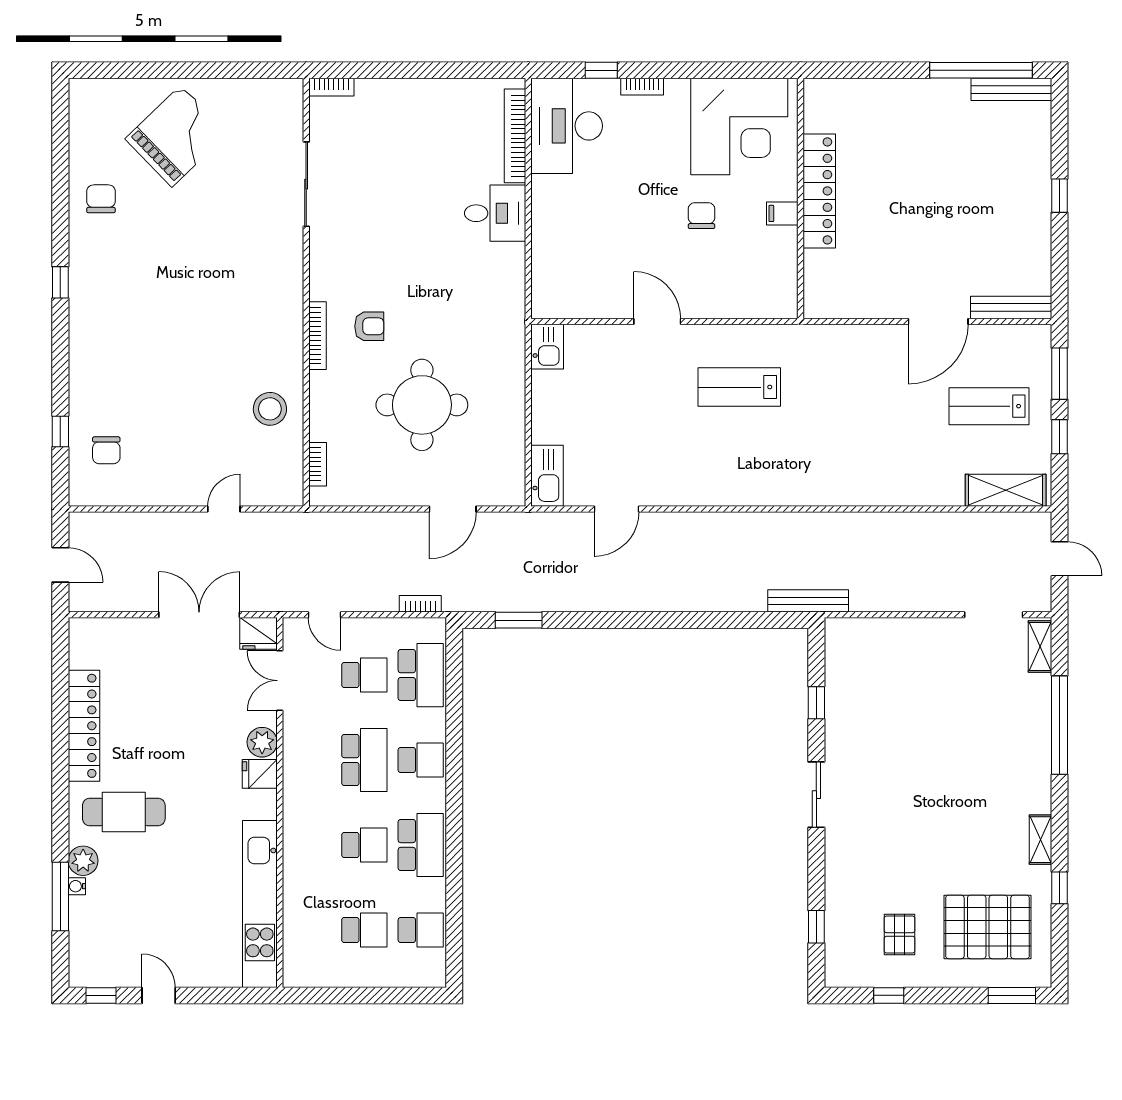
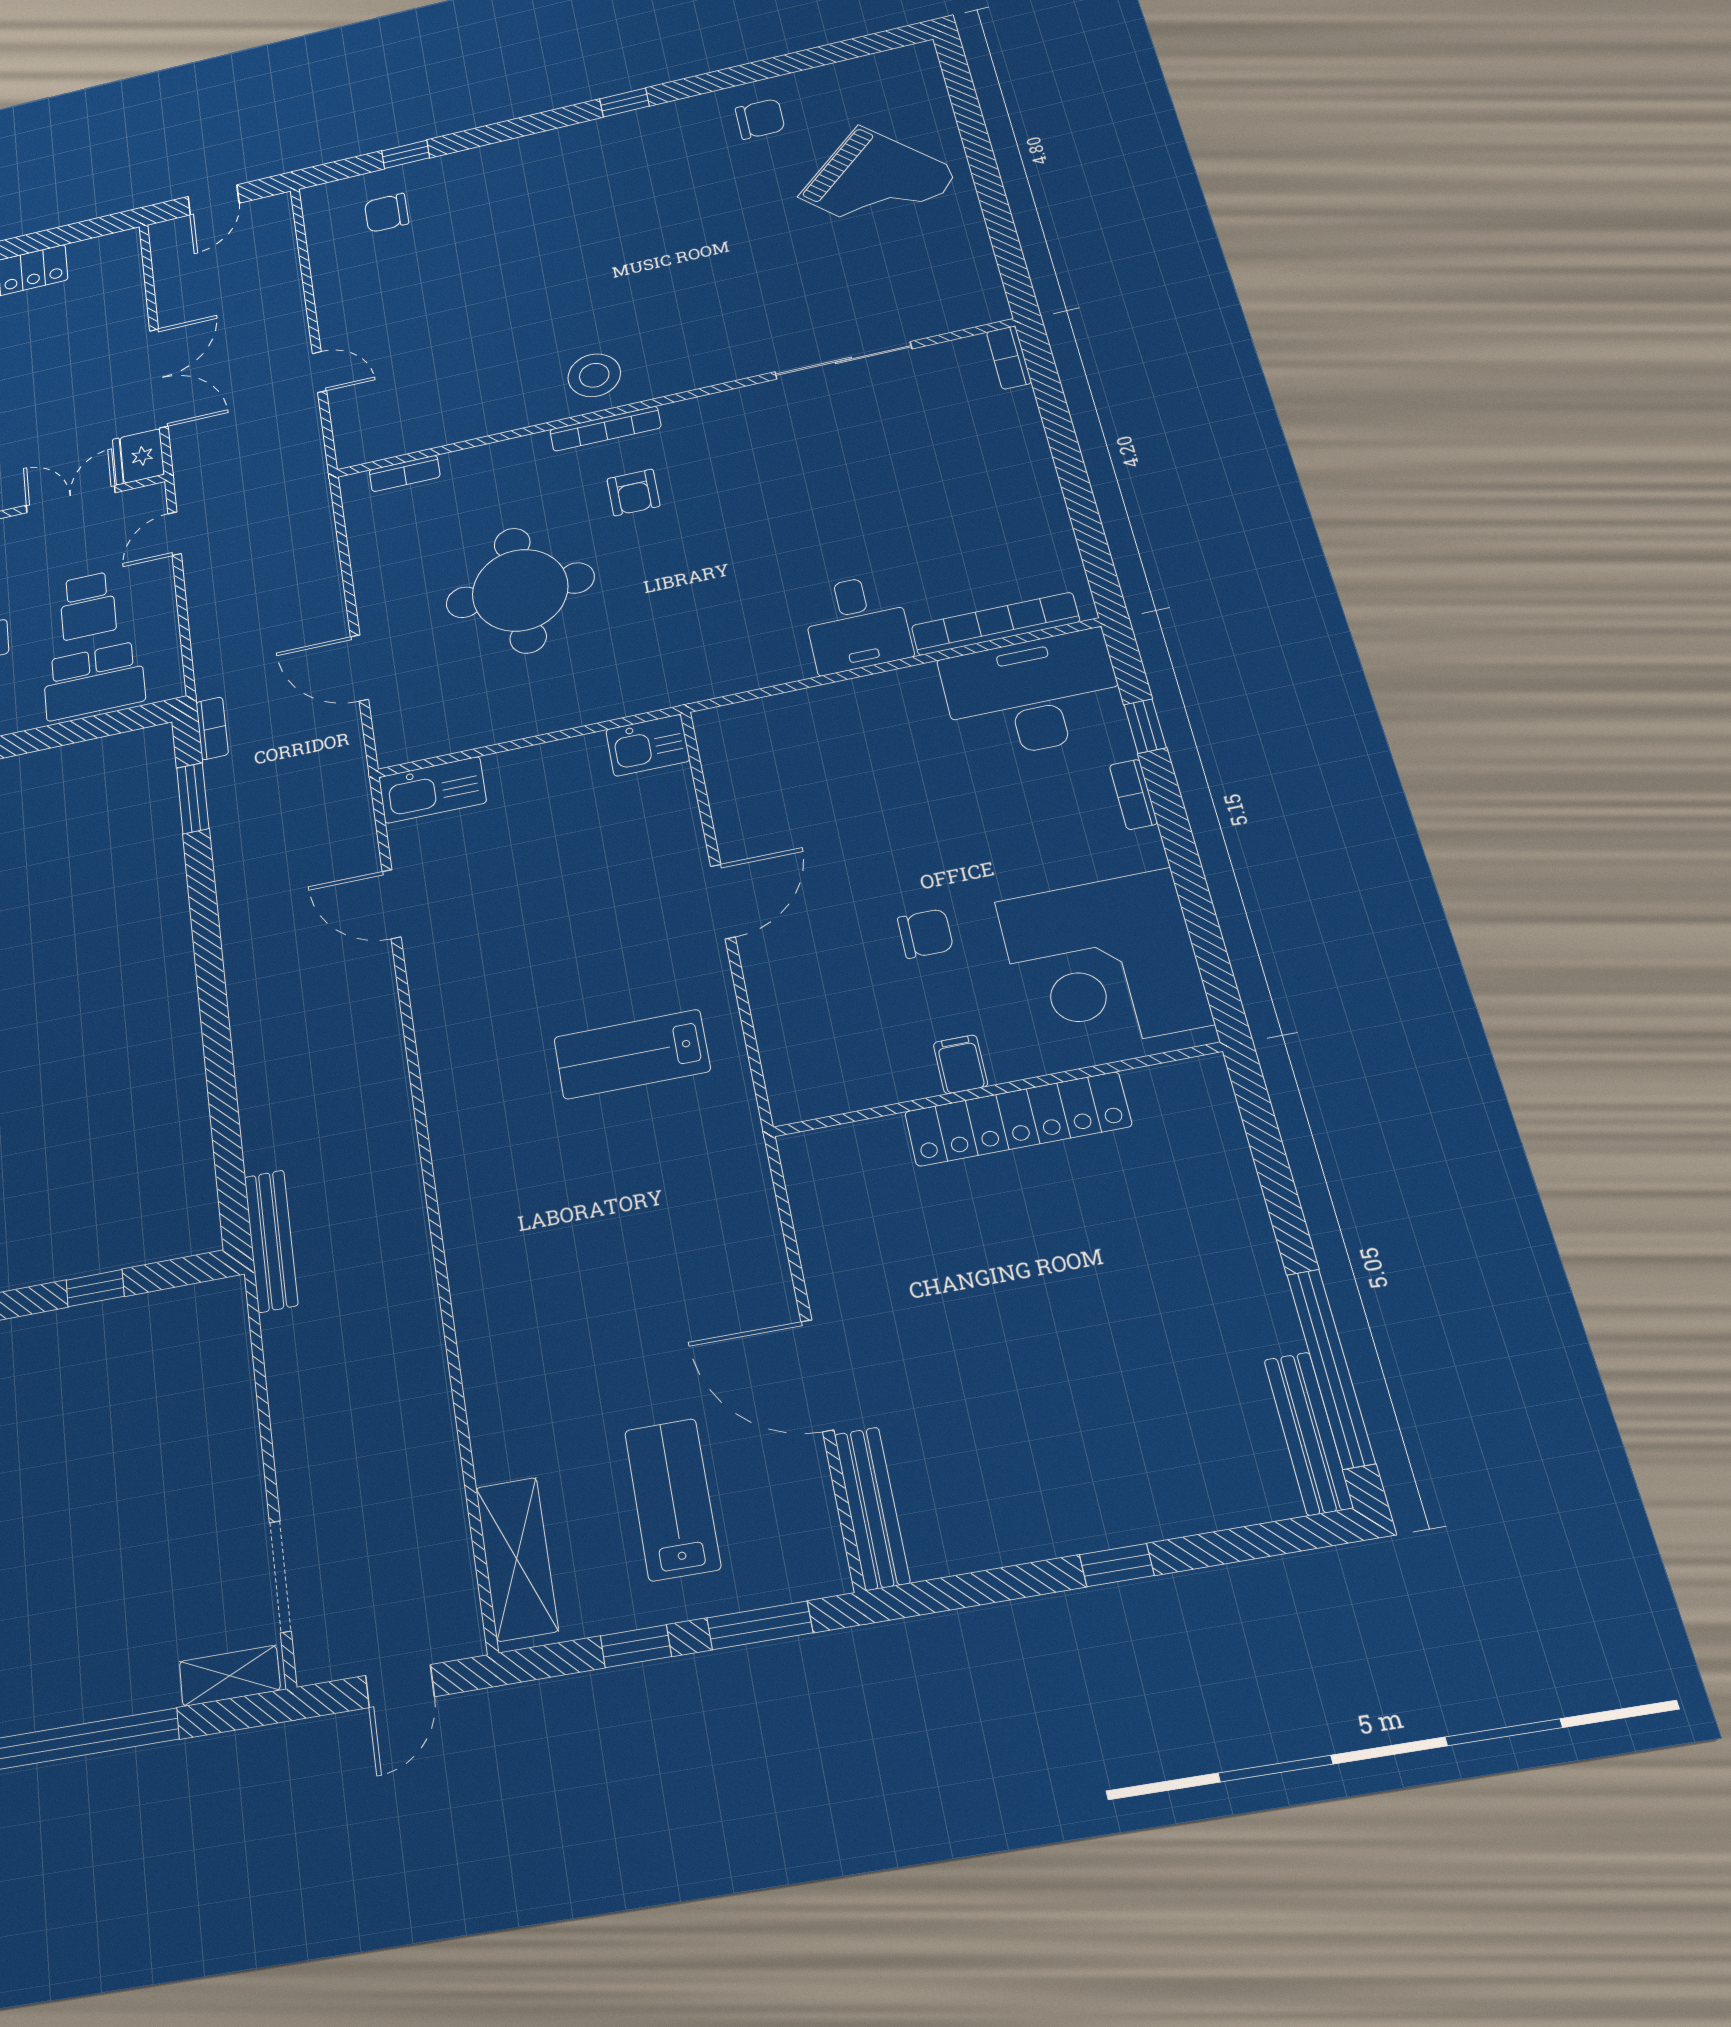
lab bench: (739, 387) -> (632, 1054), turned -90
stool: (270, 409) -> (594, 375), moved
bookcase: (420, 604) -> (212, 728), moved

